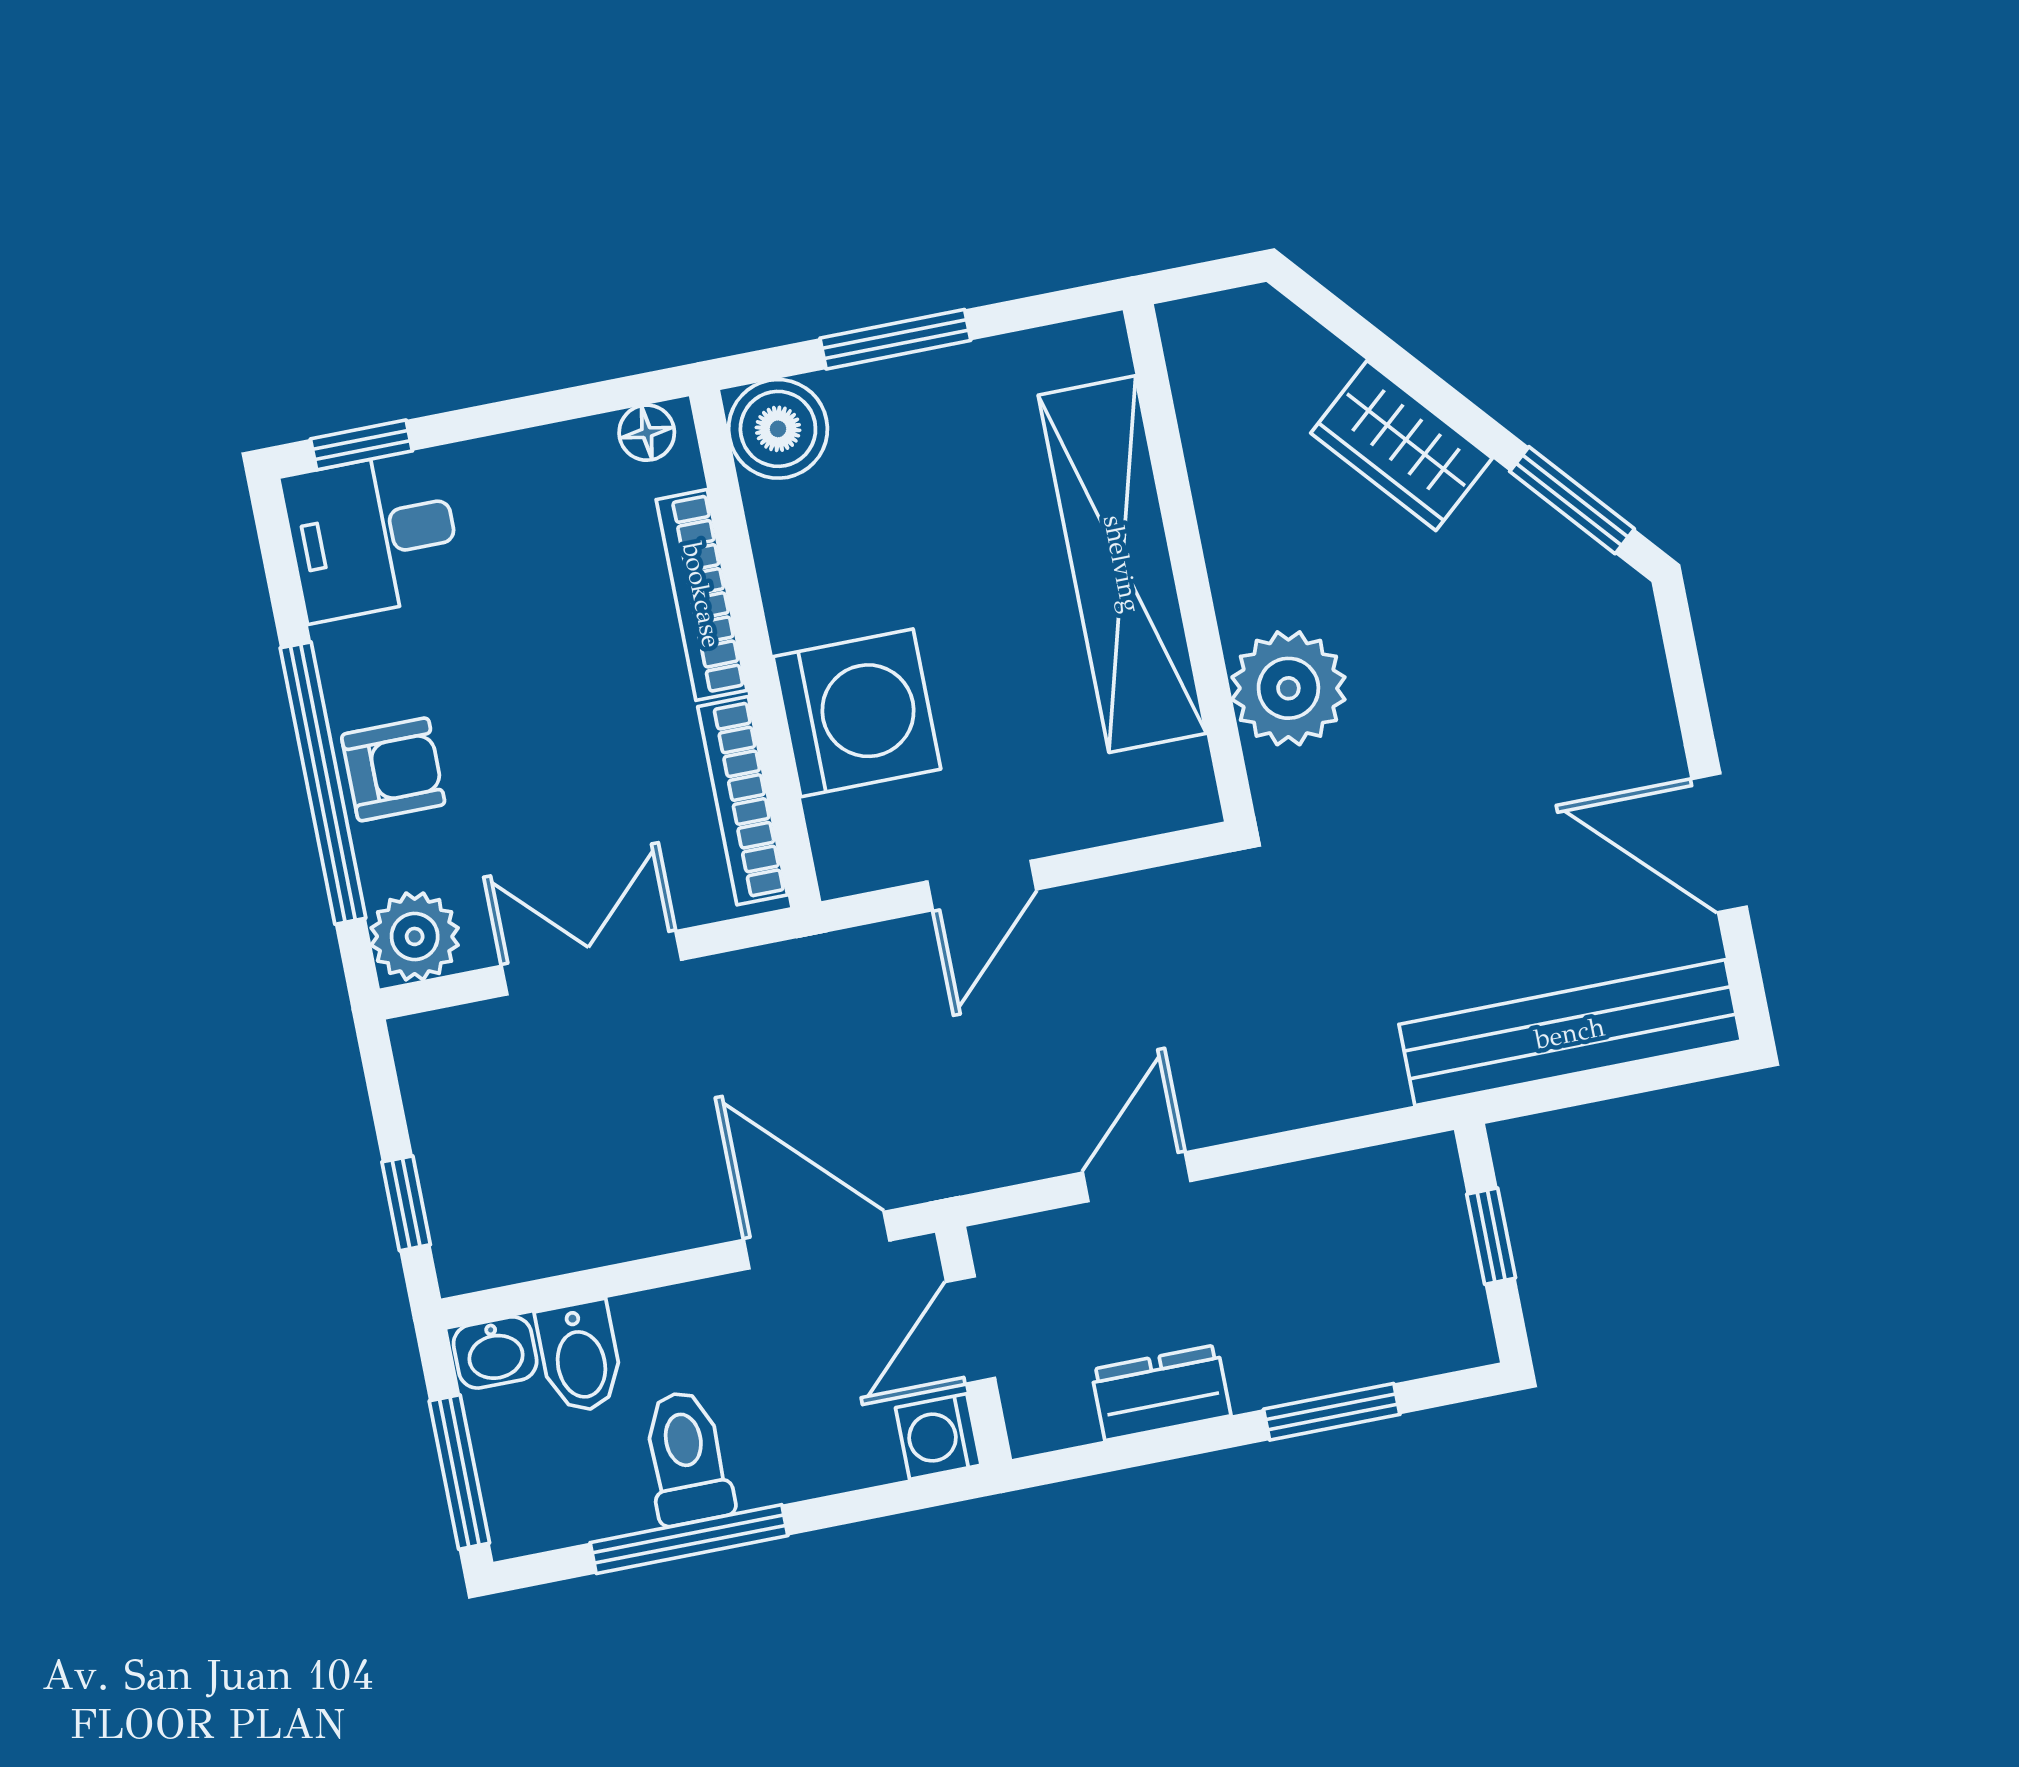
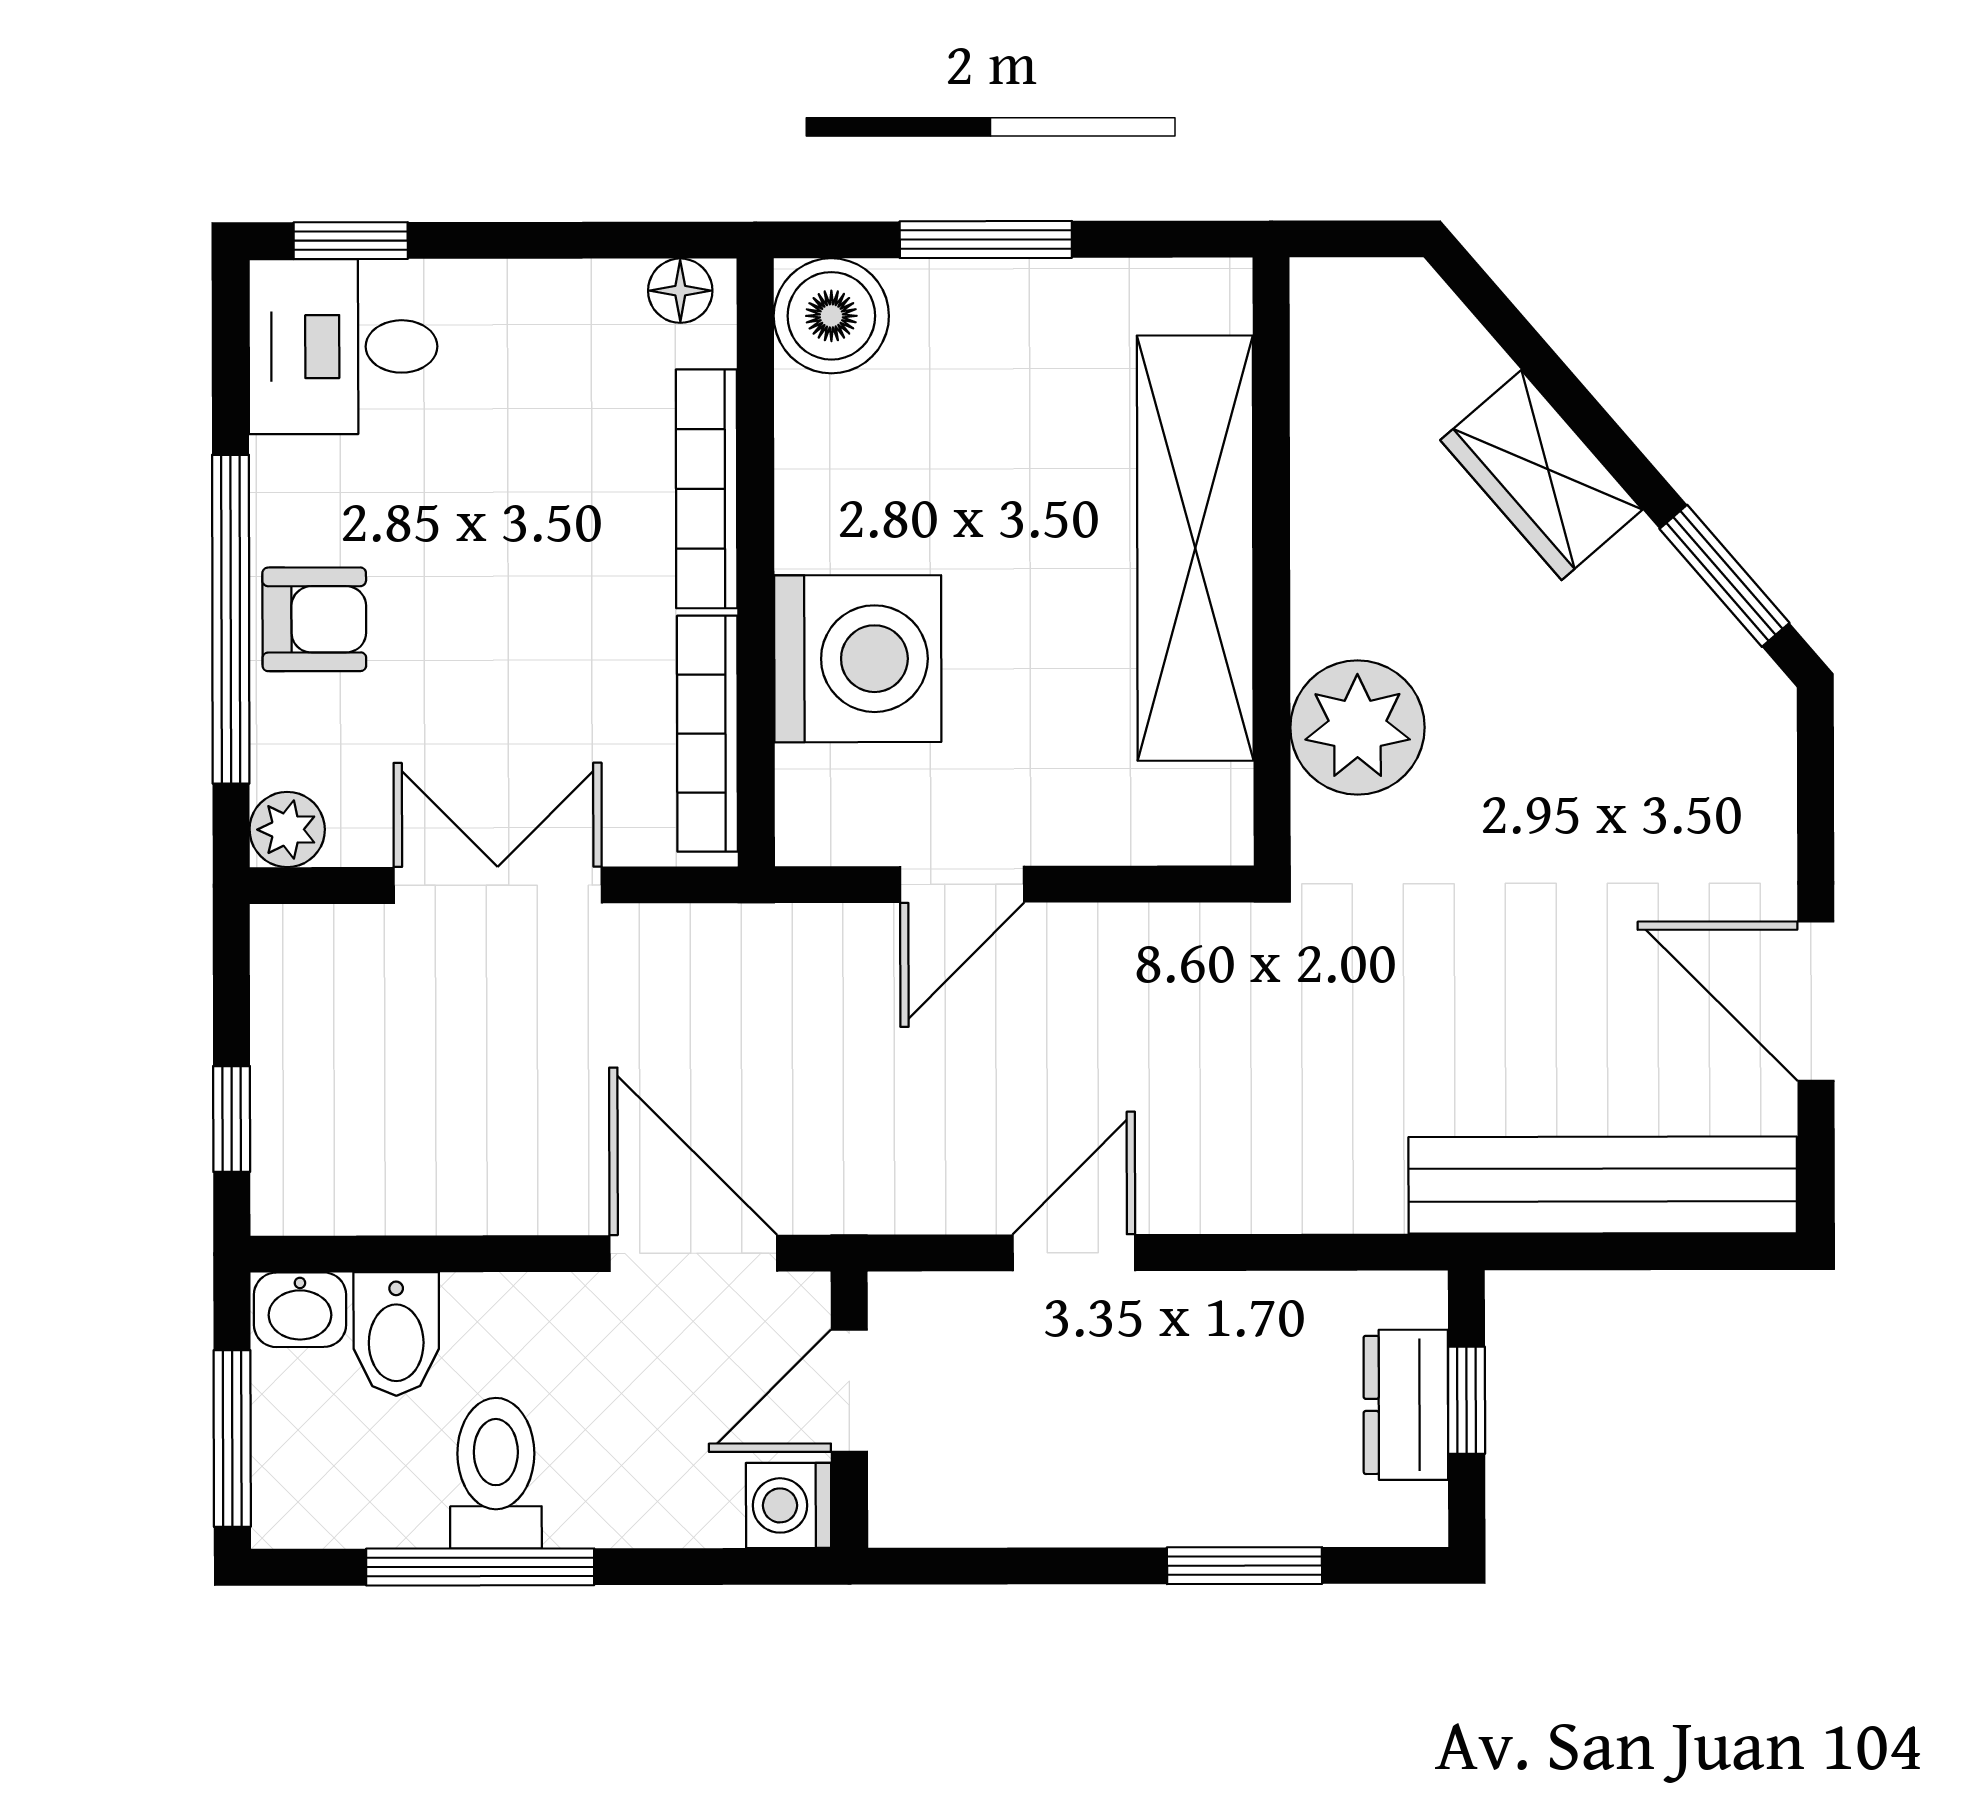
plant: (415, 936) -> (287, 830), width x0.73, depth x0.73
dresser: (1161, 1393) -> (1406, 1405), moved, turned -90

